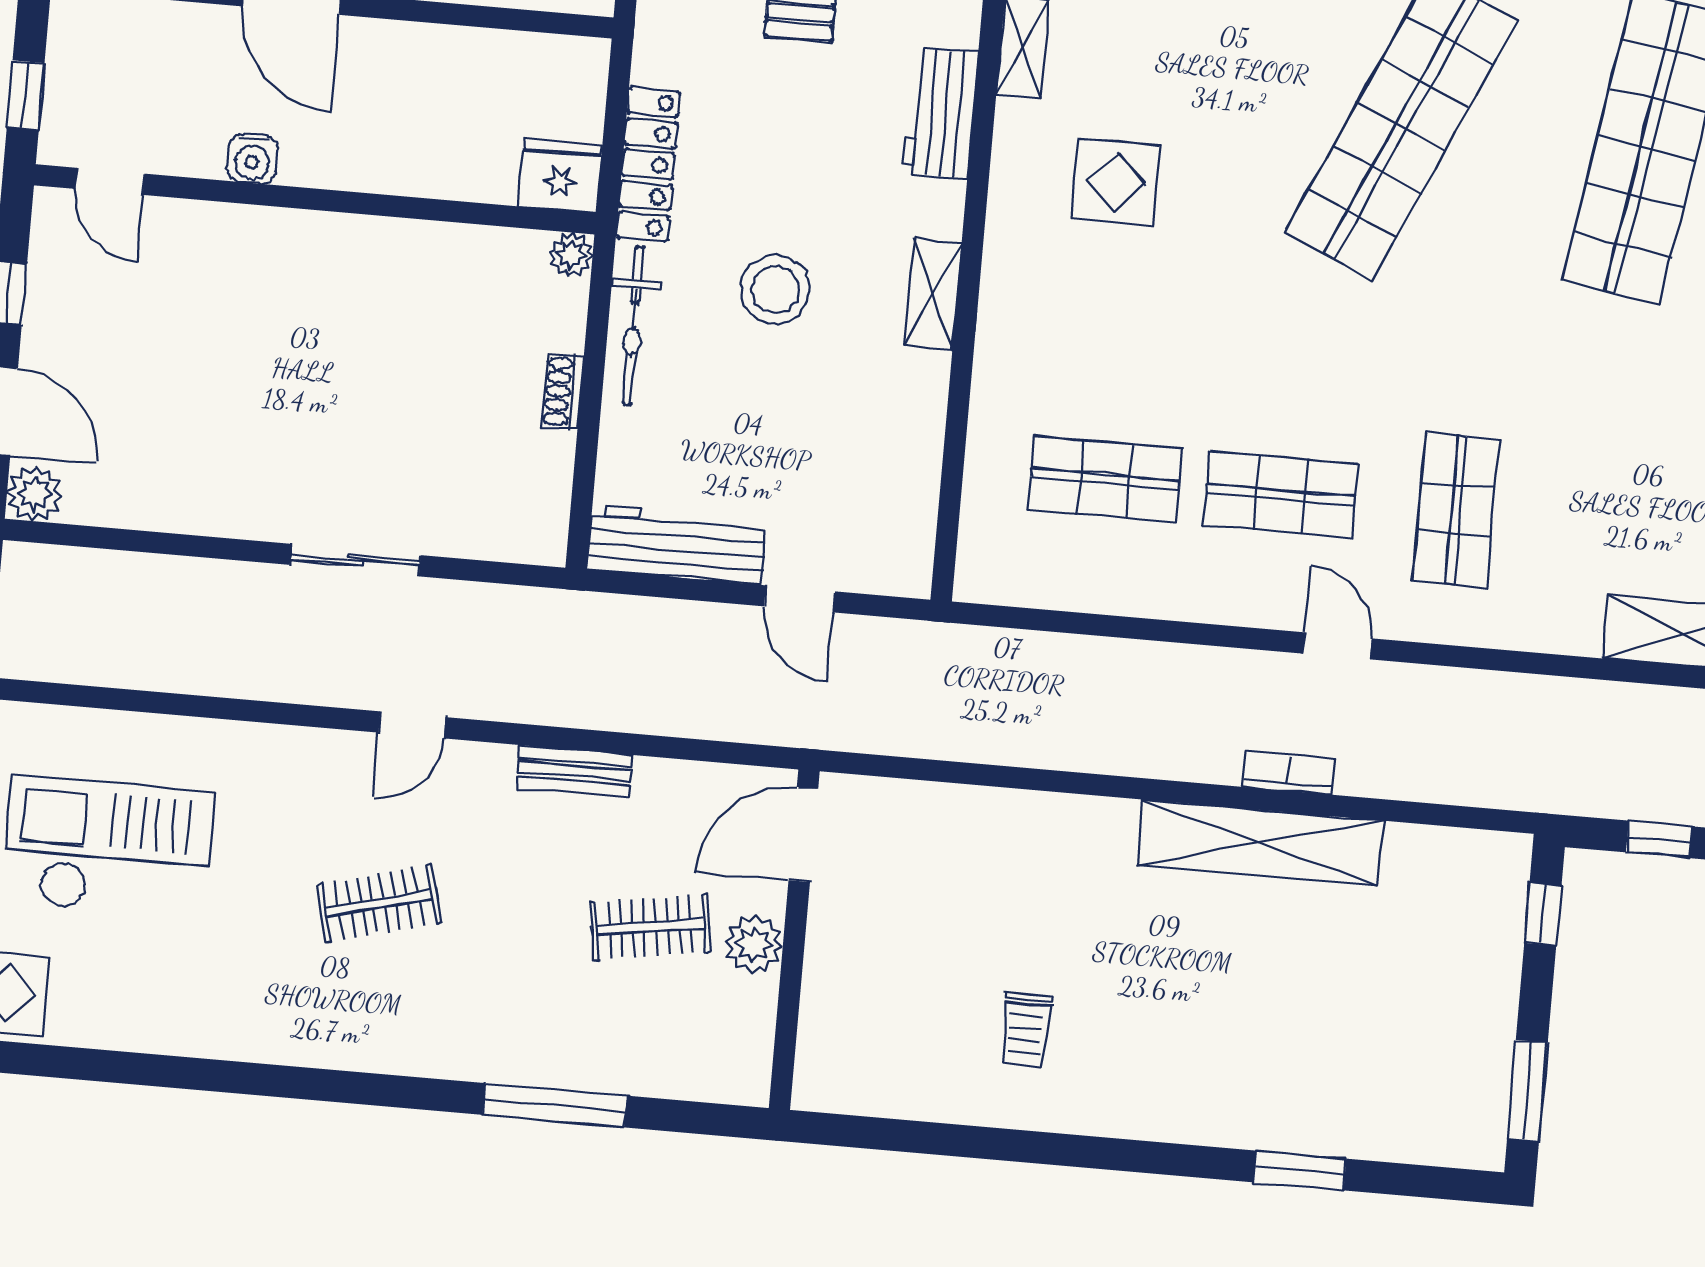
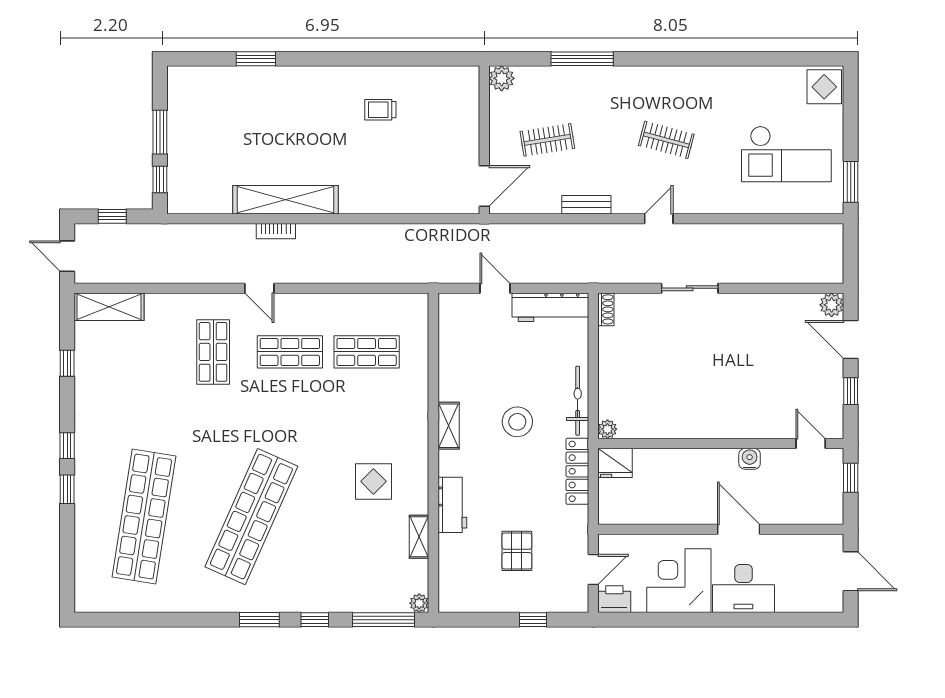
shoe rack: (562, 391) -> (606, 309), moved
clothes rail: (379, 903) -> (666, 140), turned 30
plant: (754, 944) -> (502, 78), moved
trolley: (1026, 1029) -> (380, 110), turned -90
window: (1527, 1091) -> (160, 132), moved

